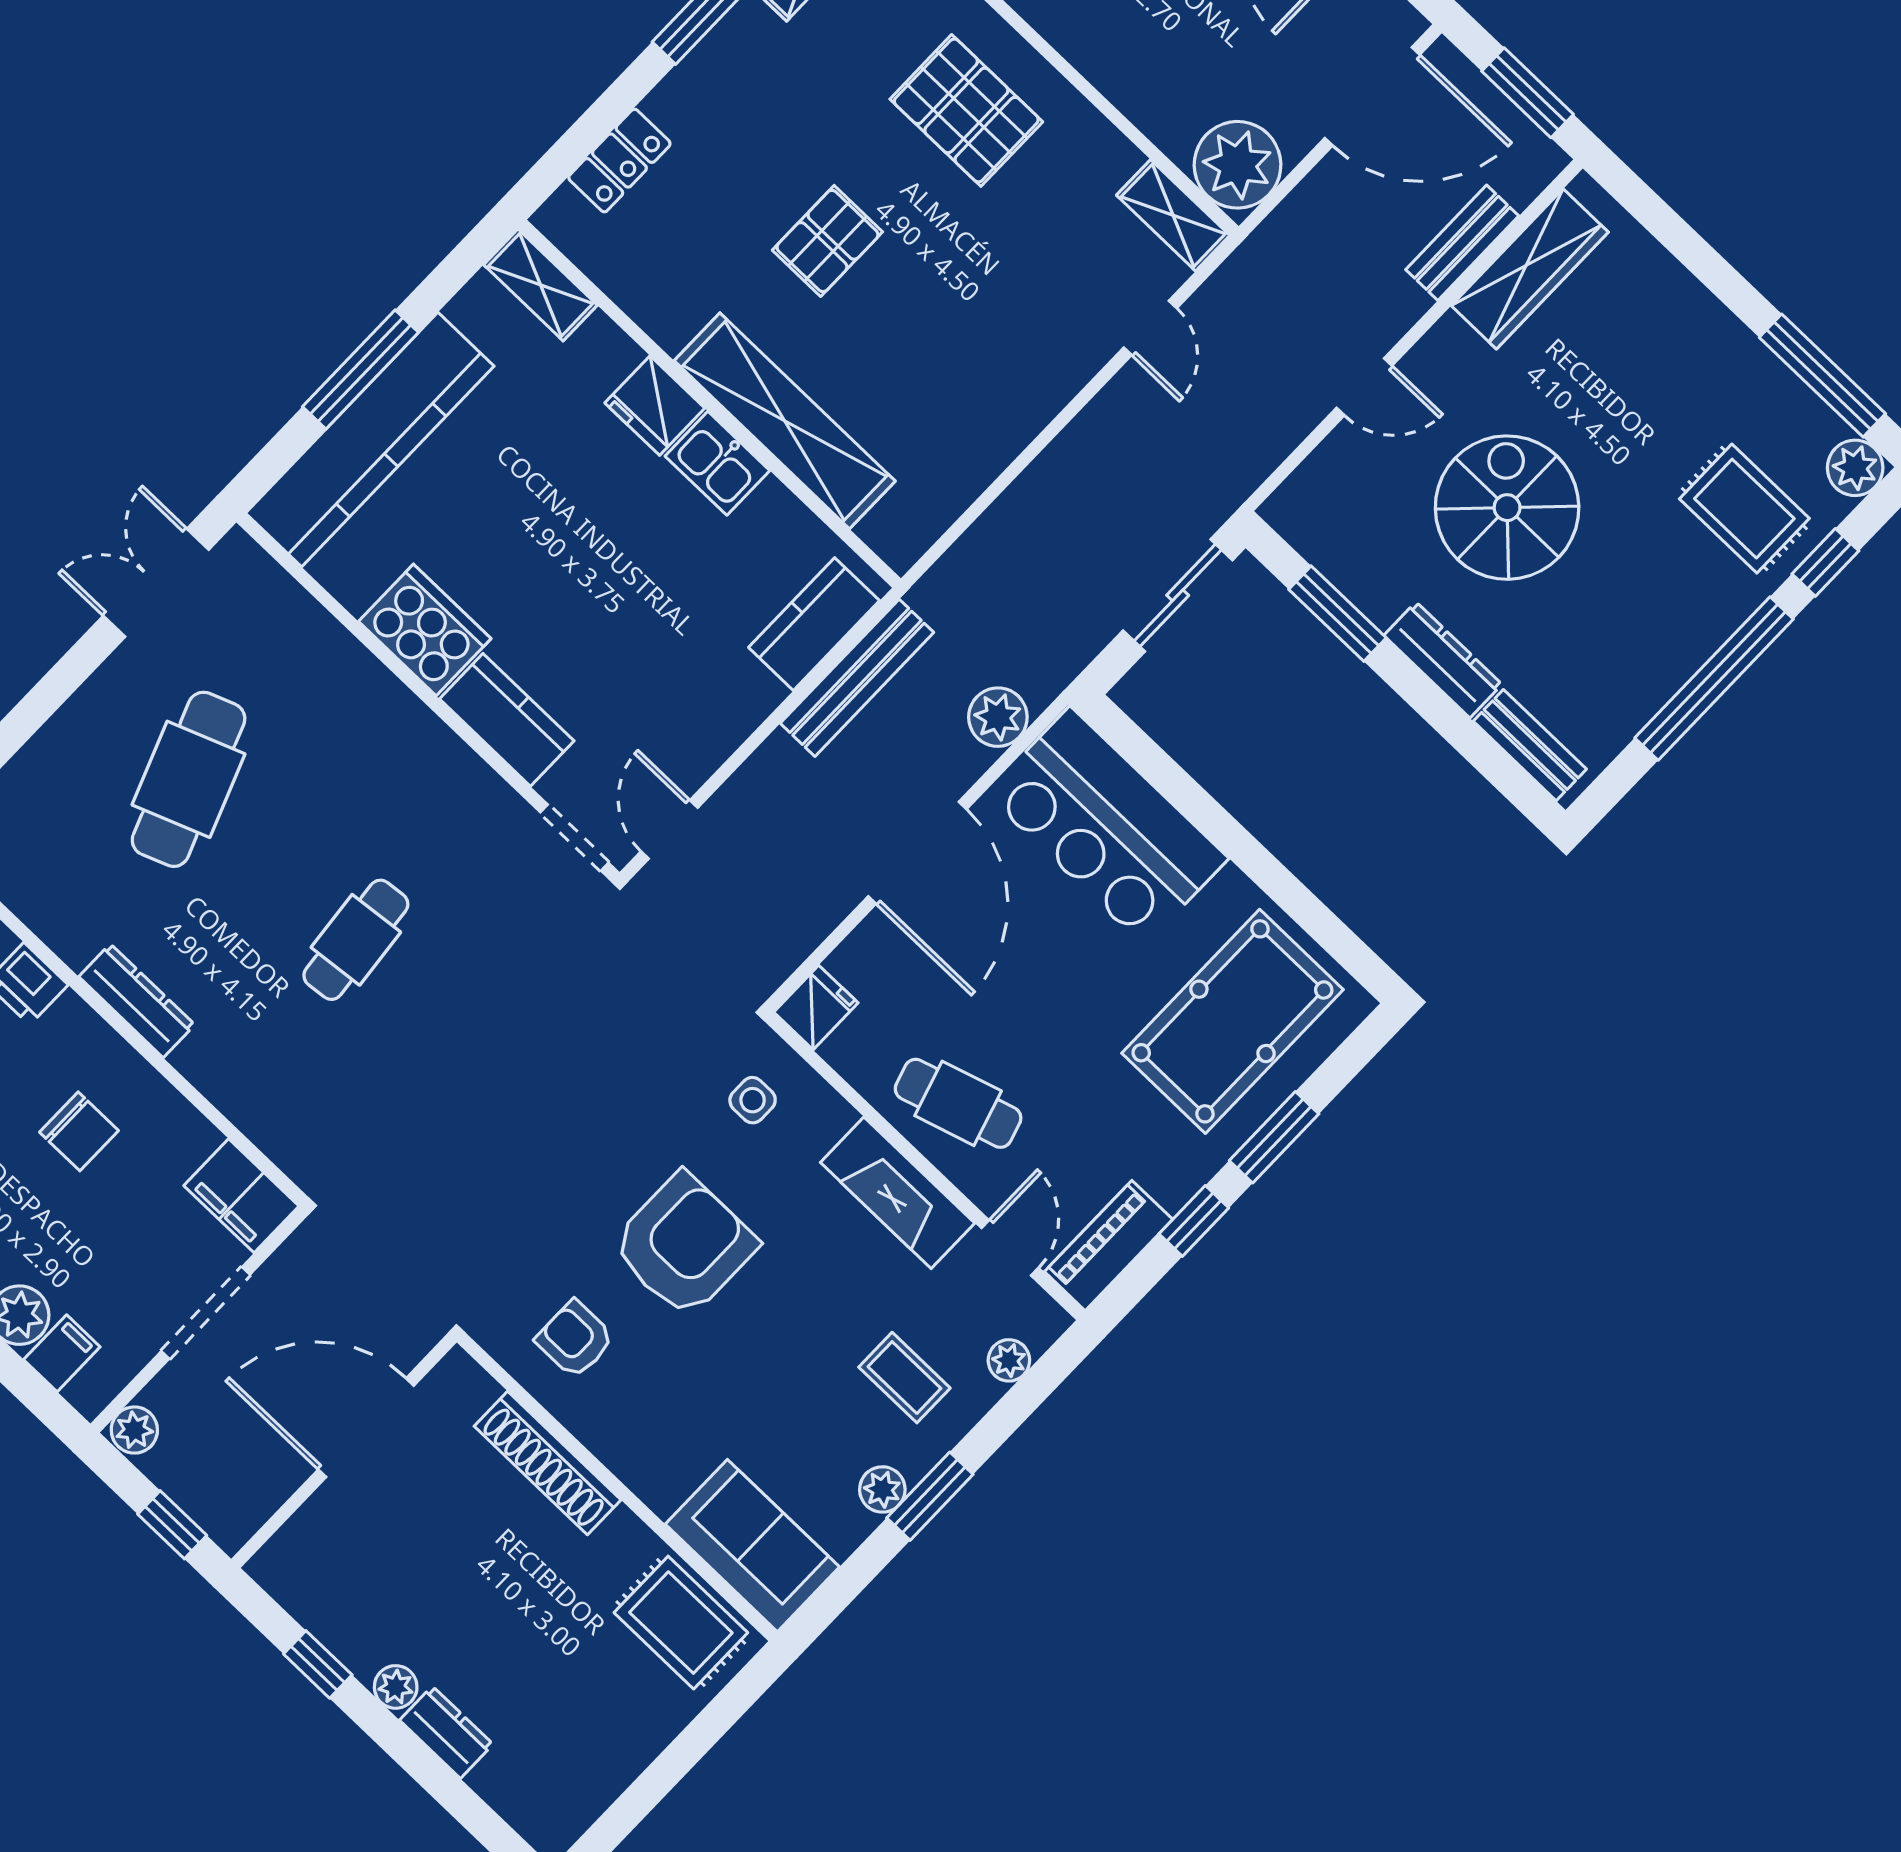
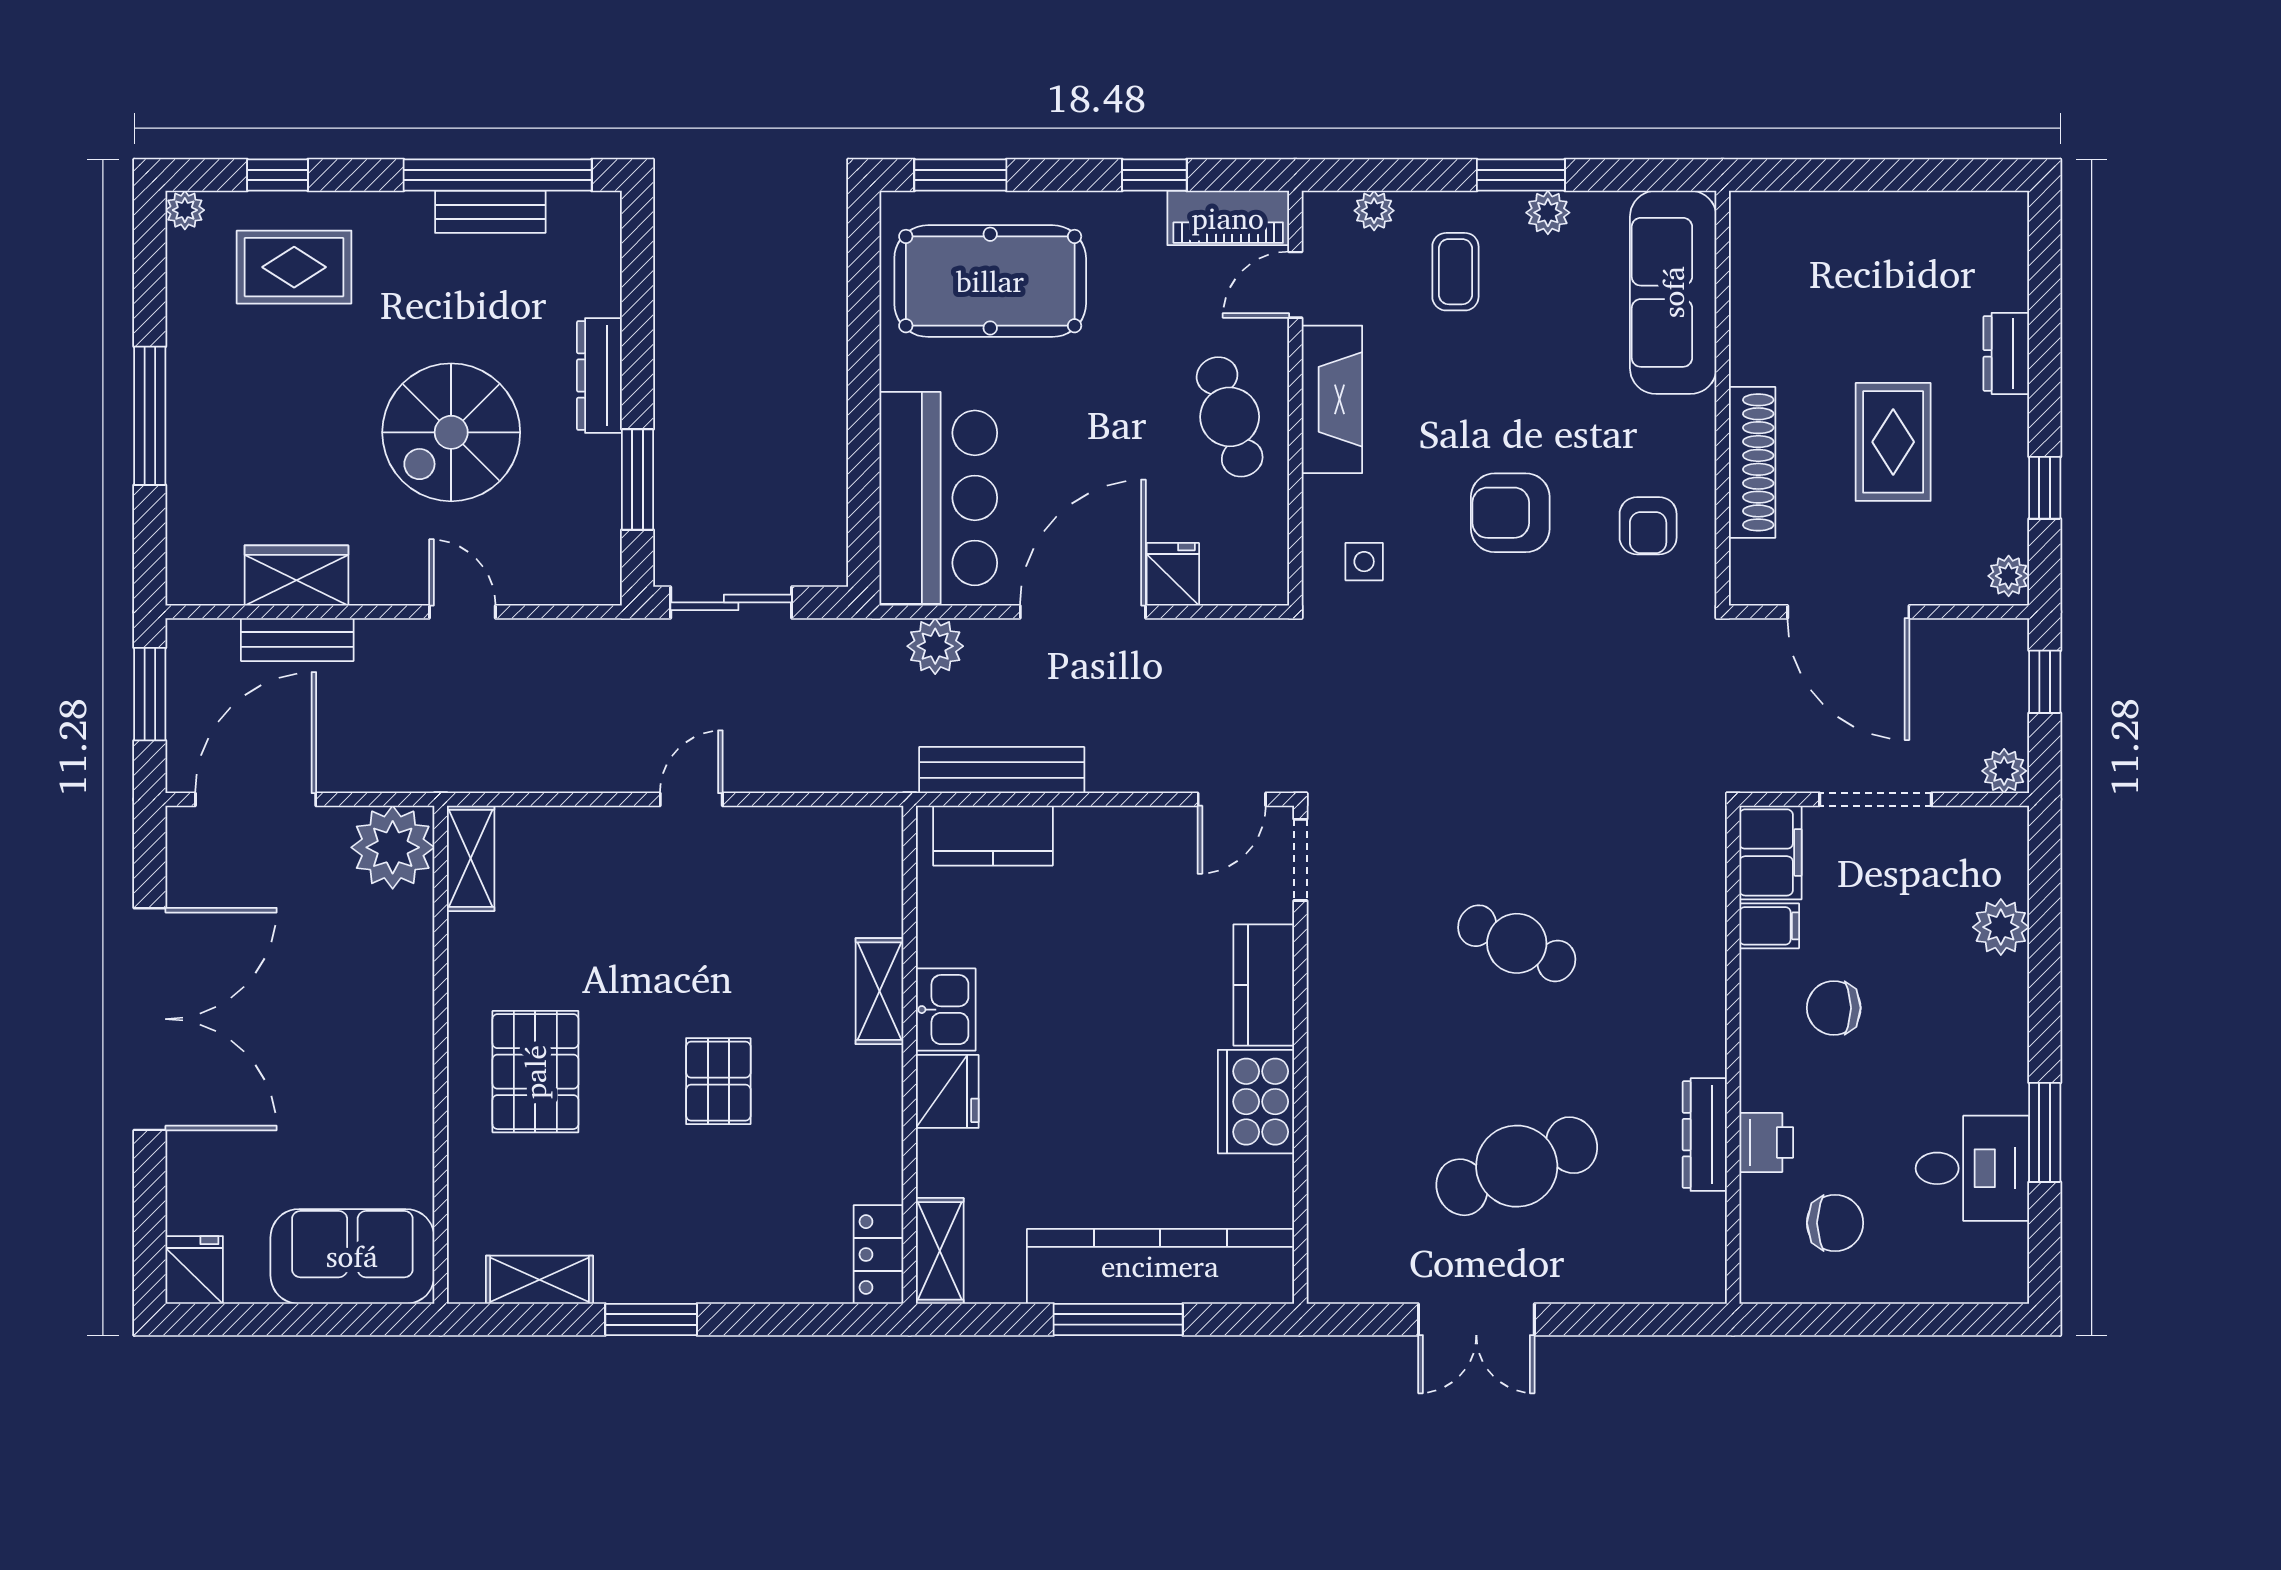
door: (1372, 96) -> (256, 799), hinge flipped
locker: (619, 161) -> (878, 1255), moved, turned -90
pallet: (827, 241) -> (718, 1081), turned 90
wardrobe: (1530, 269) -> (296, 575), width x0.67
door: (1150, 328) -> (691, 799), moved
window: (1822, 376) -> (150, 416), moved
shelving: (785, 421) -> (879, 991), width x0.45, depth x0.75
plant: (1855, 468) -> (185, 210), width x0.73, depth x0.73
rug: (1744, 509) -> (294, 267), turned 90
double door: (156, 583) -> (1476, 1319), moved
window: (1714, 678) -> (498, 175), moved
bench: (1530, 745) -> (490, 212), moved, turned 90
cafe table: (356, 940) -> (1517, 943), turned 30
dresser: (137, 1001) -> (1705, 1135), moved
fridge: (816, 1007) -> (1173, 574), moved, turned 90
chair: (79, 1131) -> (1834, 1008), turned -90
window: (1274, 1137) -> (960, 175), moved
armchair: (684, 1245) -> (1510, 513), width x0.73, depth x0.73
filing cabinet: (62, 1353) -> (1769, 926), moved, turned 180
sofa: (752, 1546) -> (1673, 292), width x1.36
rug: (681, 1623) -> (1893, 442), moved
plant: (396, 1687) -> (2009, 576), moved

